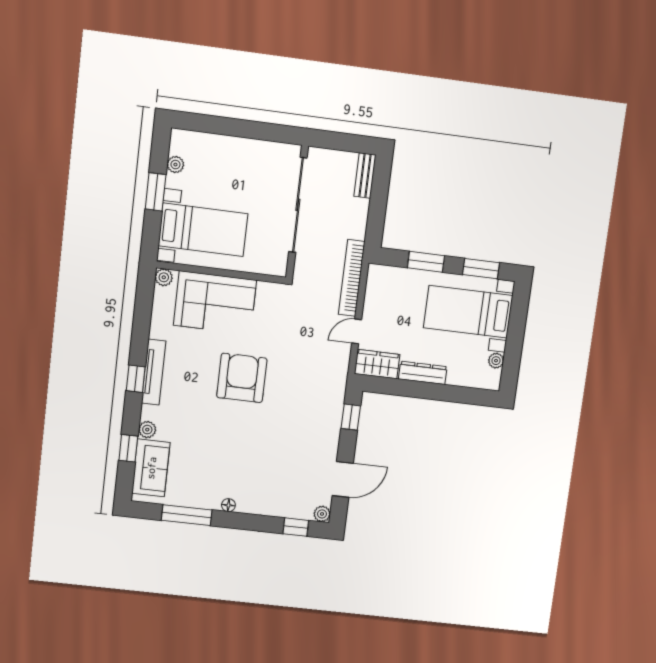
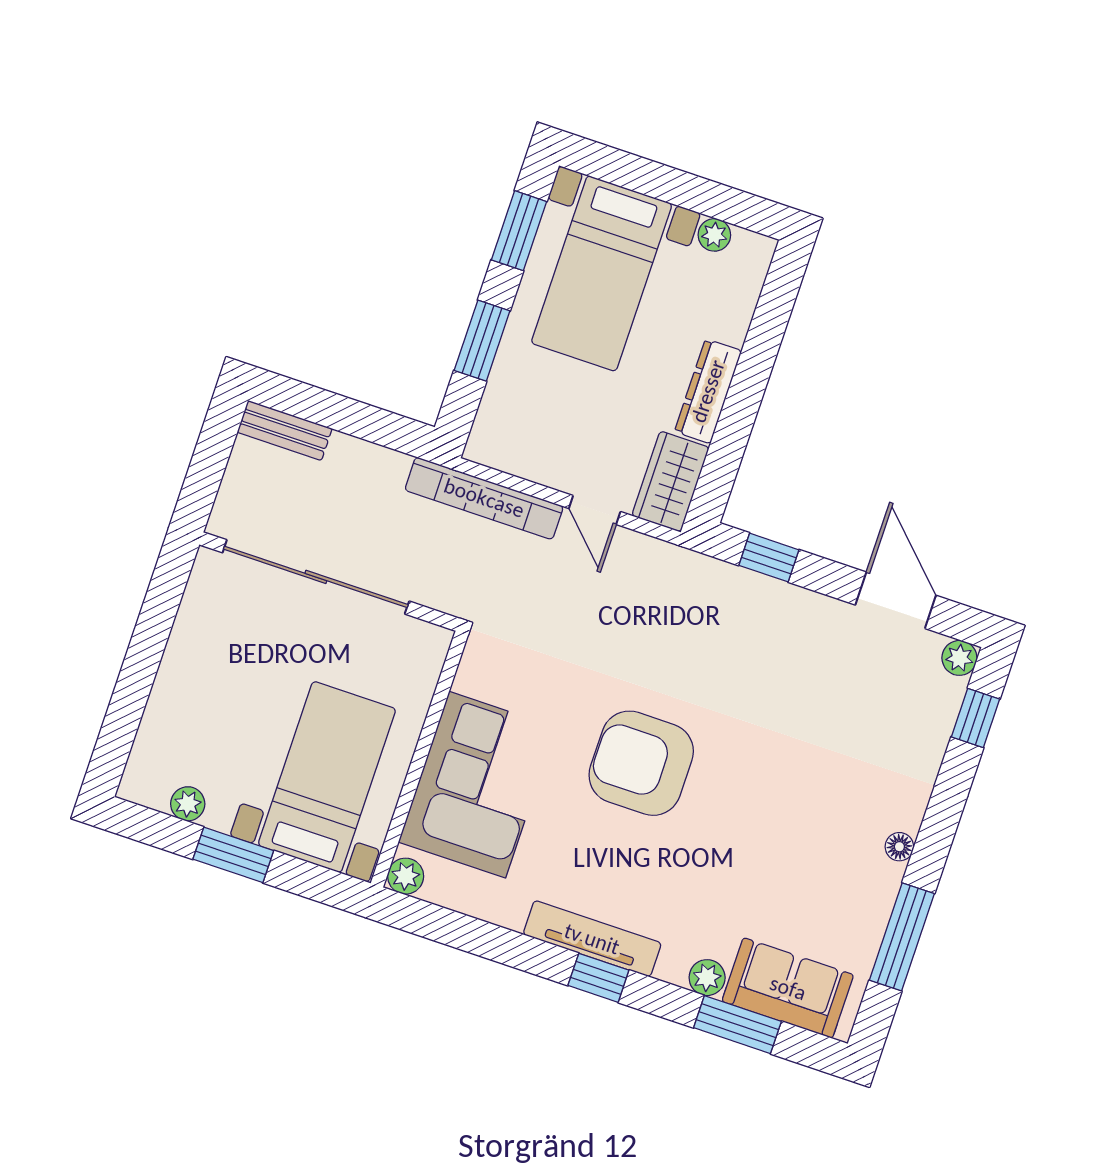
window: (128, 448) -> (737, 1025), width x1.50

